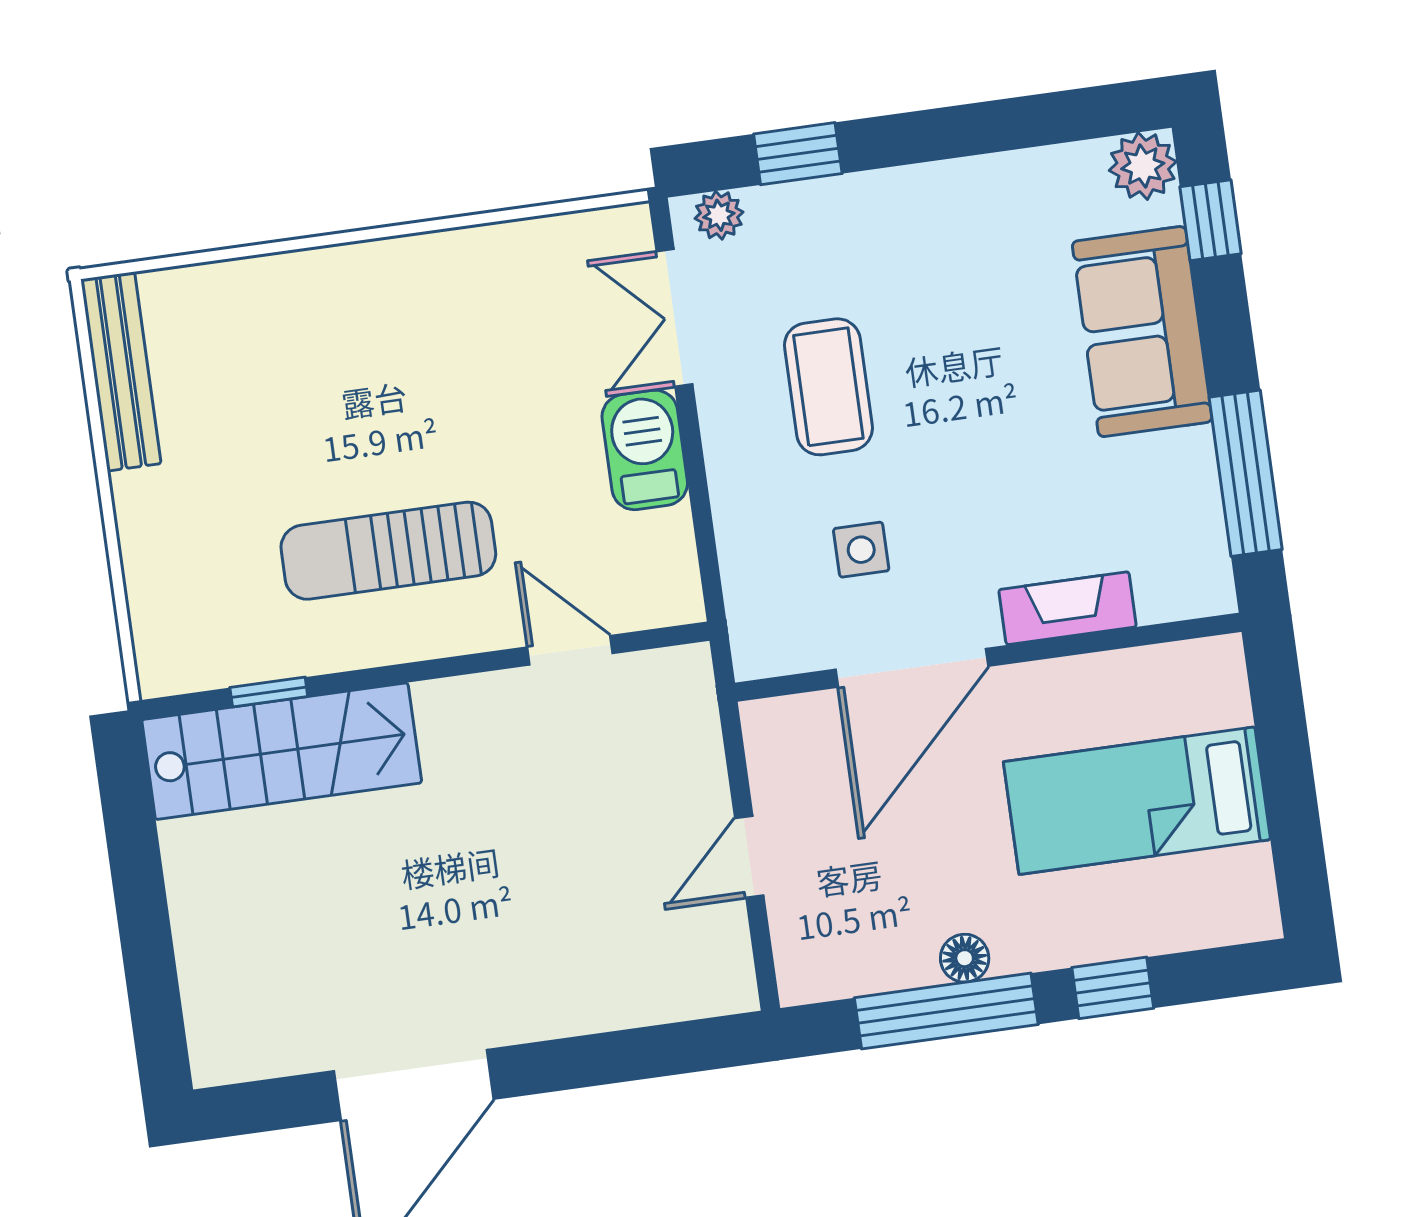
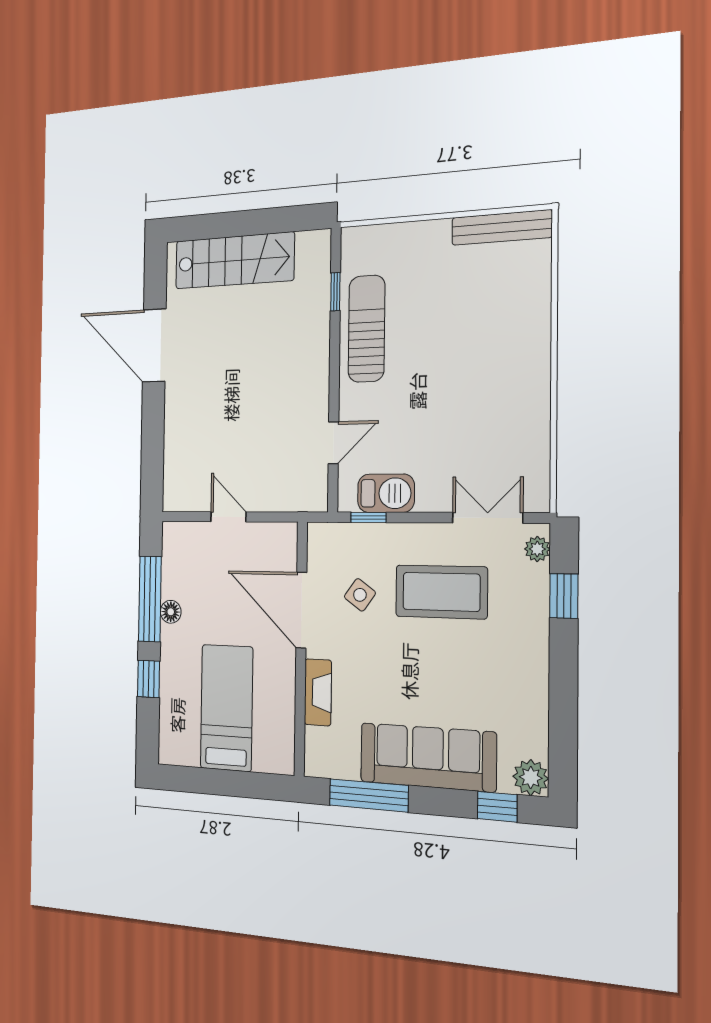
sofa: (1142, 332) -> (428, 757), width x1.36
coffee table: (828, 387) -> (441, 592), width x1.36, depth x1.32
barbecue: (645, 450) -> (386, 493), moved
side table: (861, 550) -> (360, 595), turned 36
sun lounger: (388, 551) -> (367, 329), moved
window: (707, 555) -> (368, 517), added
stairs: (282, 751) -> (234, 261), moved, turned -90

